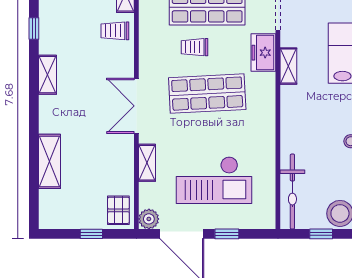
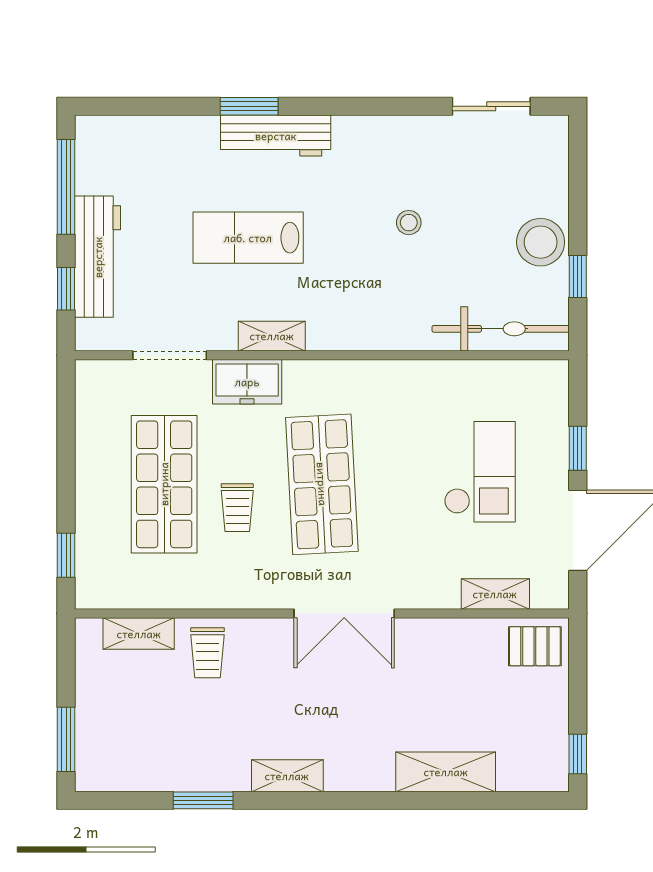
window: (34, 28) -> (203, 800), width x1.50
shelving: (147, 163) -> (495, 594), moved
checkout: (214, 180) -> (480, 472), width x0.73, depth x0.83
plant: (149, 219) -> (551, 591), removed
window: (91, 234) -> (578, 754), moved

